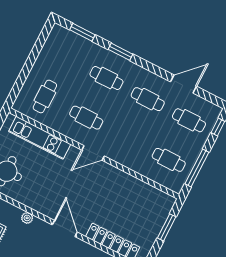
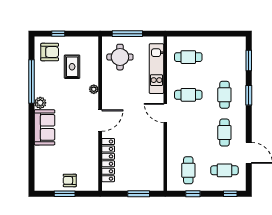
cafe table: (86, 118) -> (188, 95), turned 90
cafe table: (189, 120) -> (224, 170), turned 90
window: (197, 168) -> (193, 194), width x0.46

